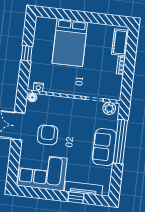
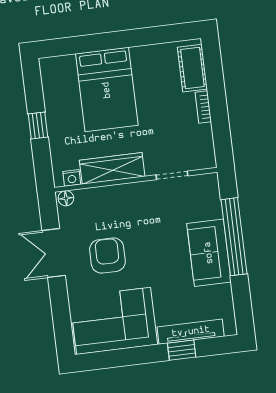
wardrobe: (62, 87) -> (112, 168), added
plant: (109, 108) -> (201, 185), removed

